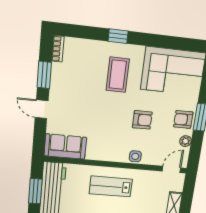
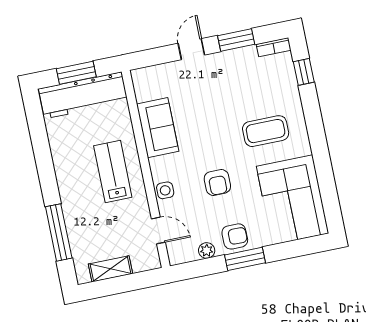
window: (118, 36) -> (304, 72), moved
armchair: (183, 119) -> (235, 236), turned 90
sofa: (65, 147) -> (158, 128), moved
door: (172, 169) -> (158, 230), moved

